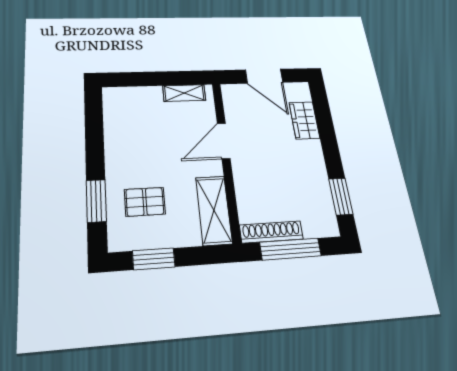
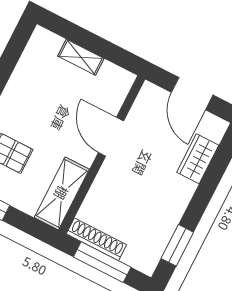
shelving: (184, 93) -> (81, 57), moved
door: (224, 141) -> (111, 137), hinge flipped

